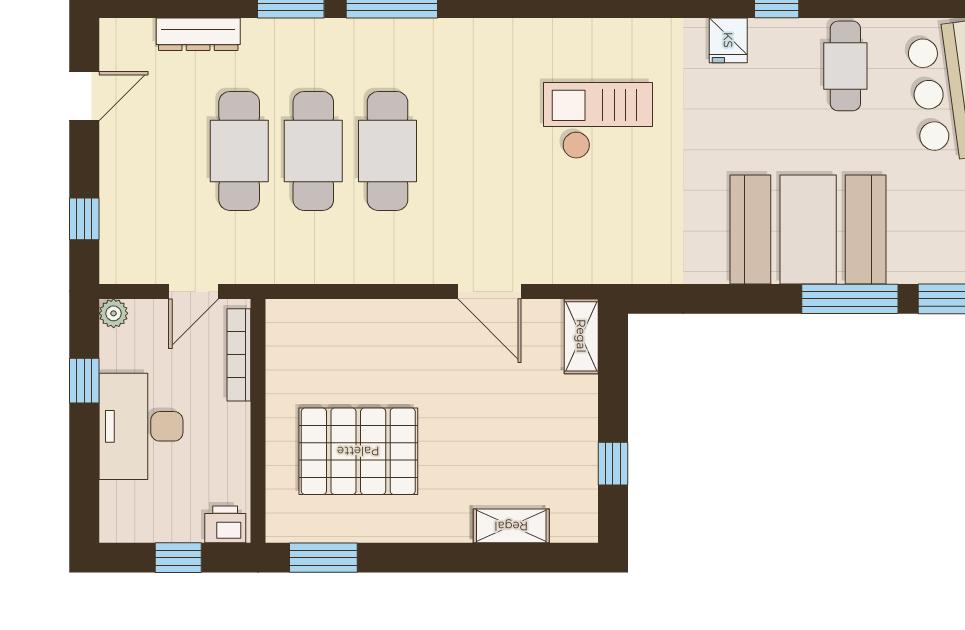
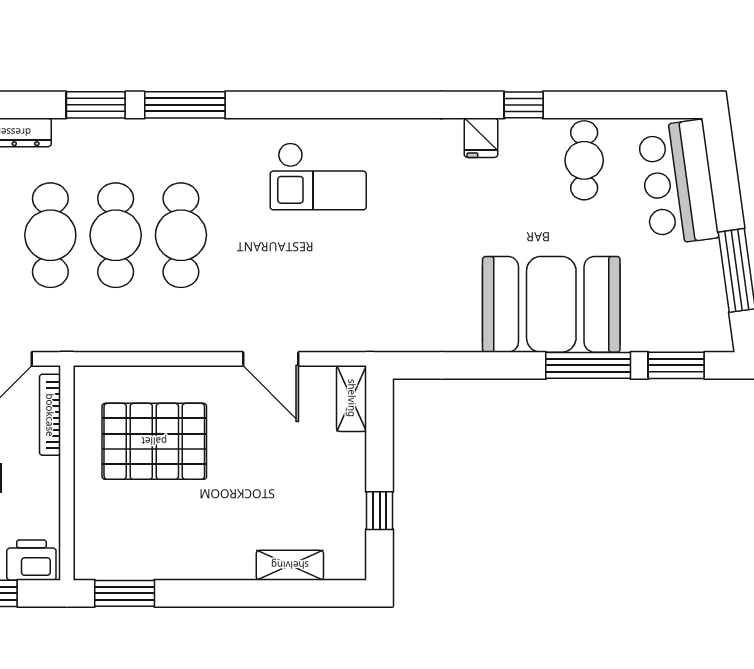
checkout: (598, 121) -> (318, 176), moved, turned 180
pallet: (358, 451) -> (154, 441), moved
printer: (225, 524) -> (31, 560), width x1.36, depth x1.24

